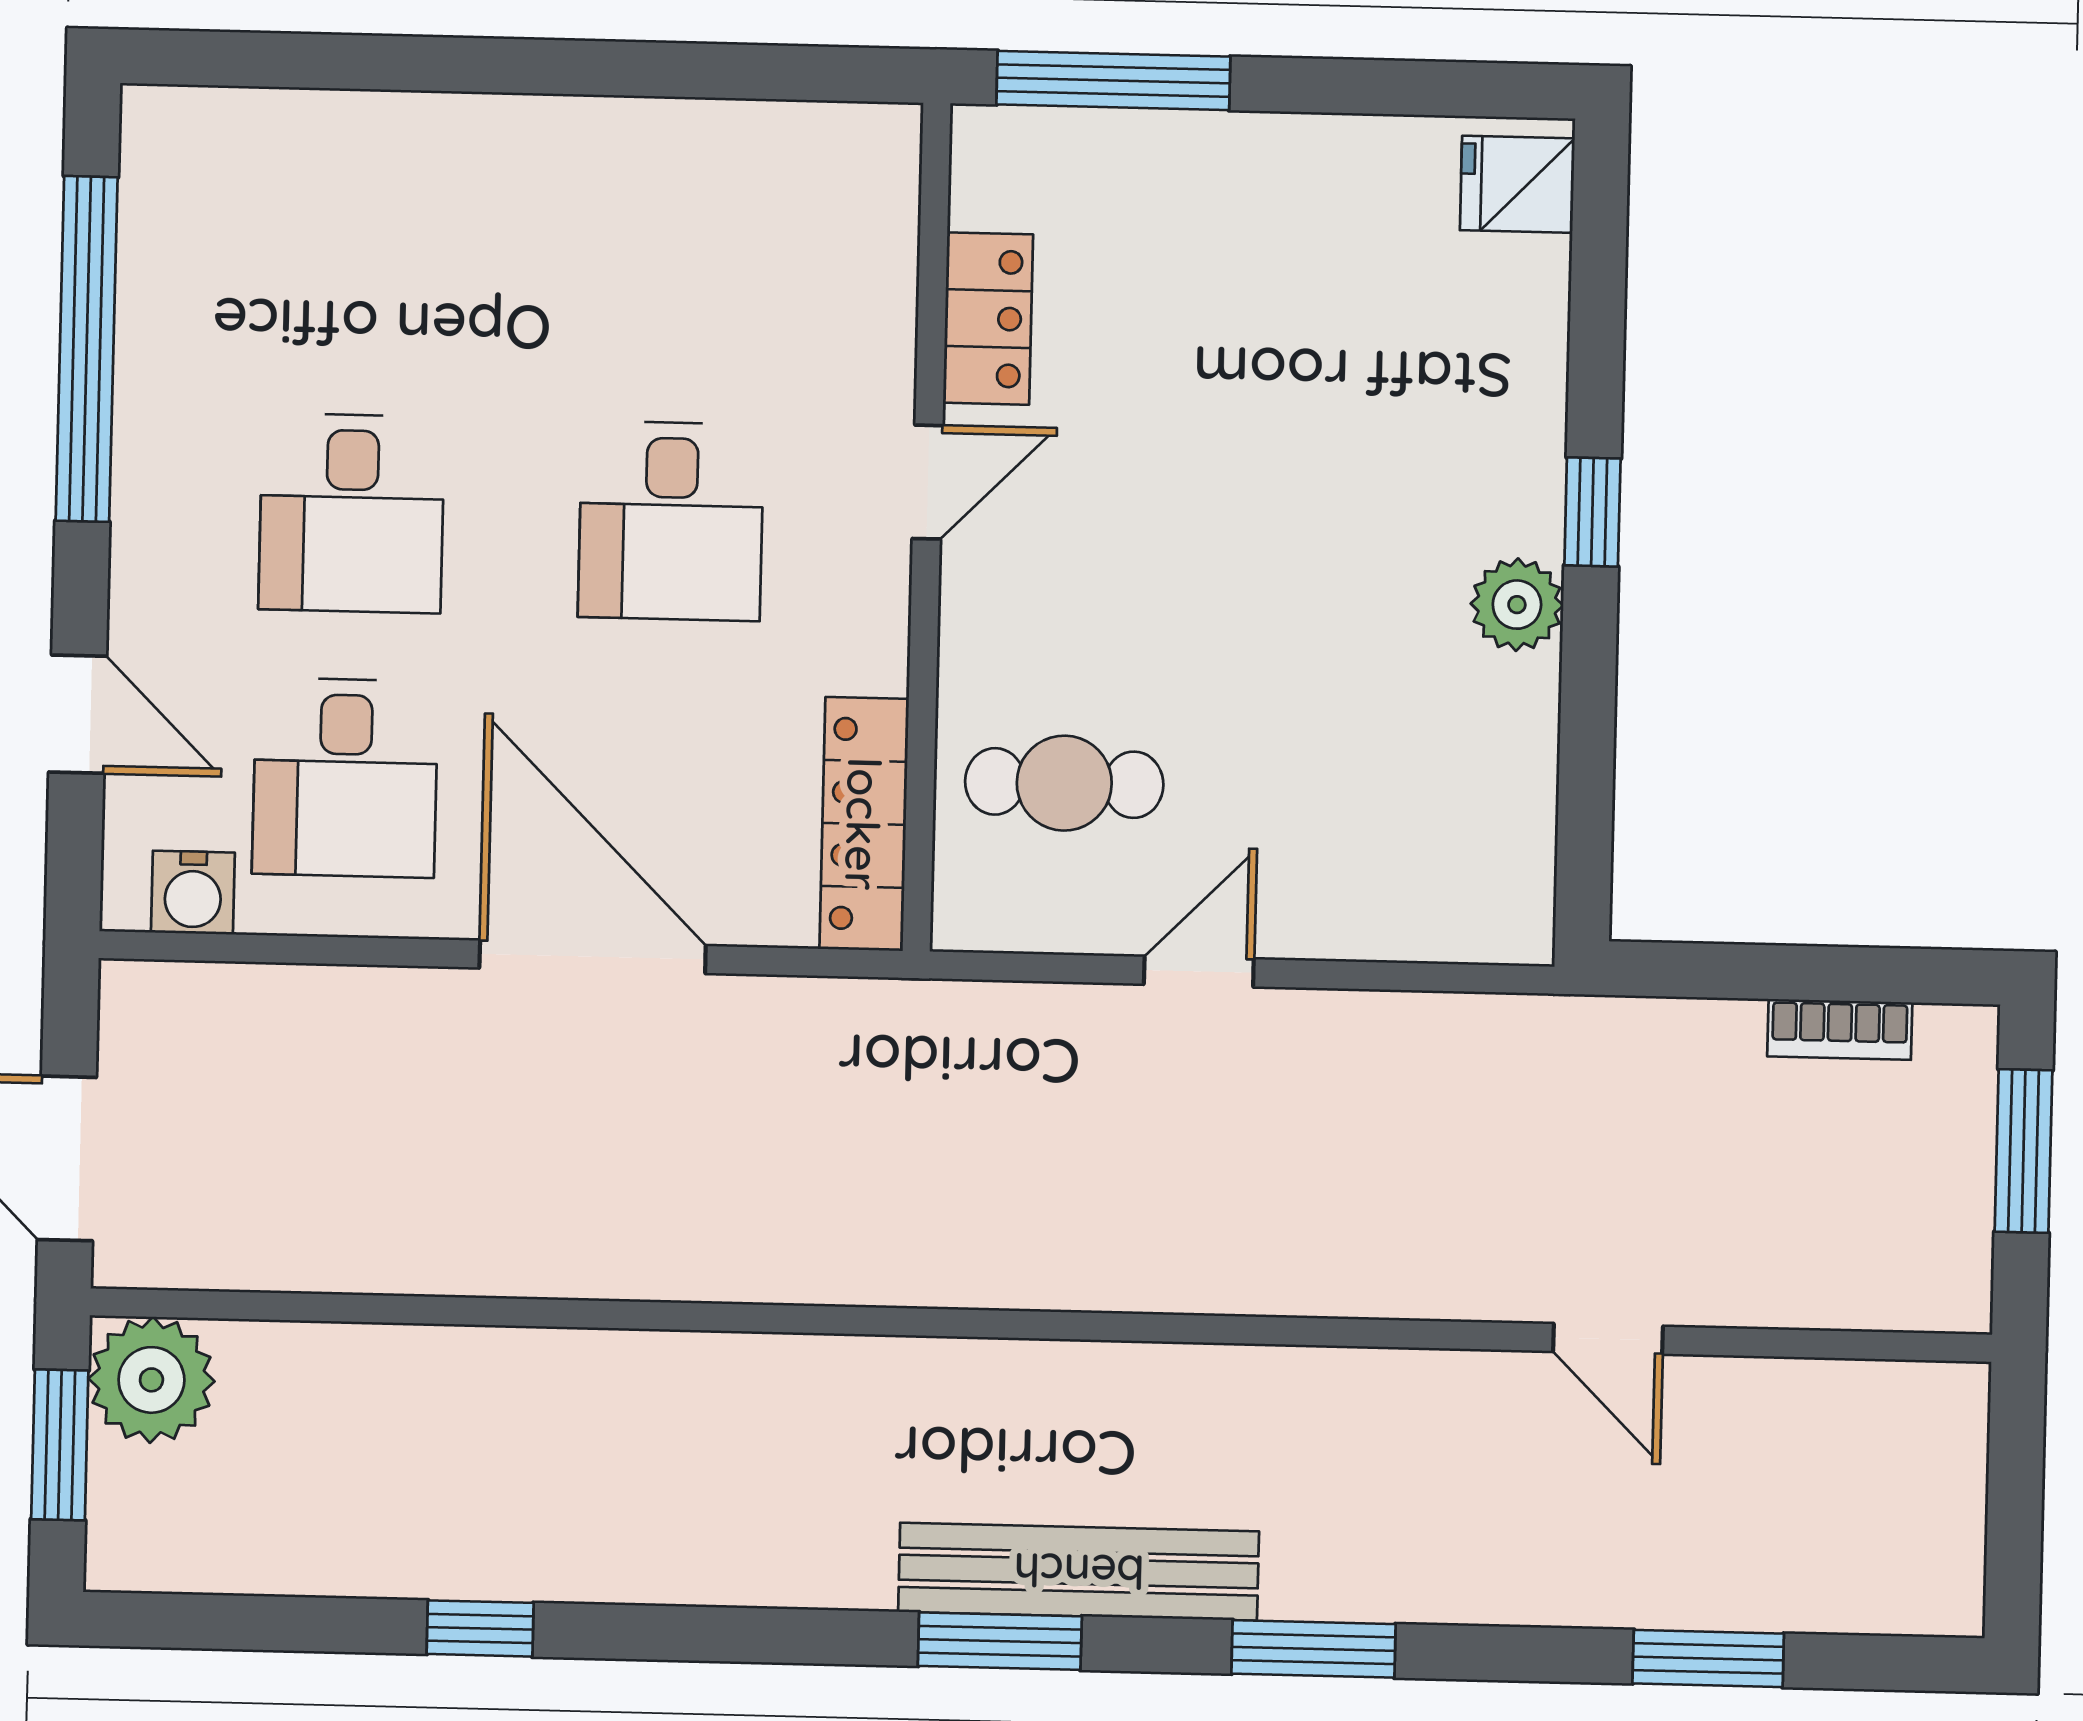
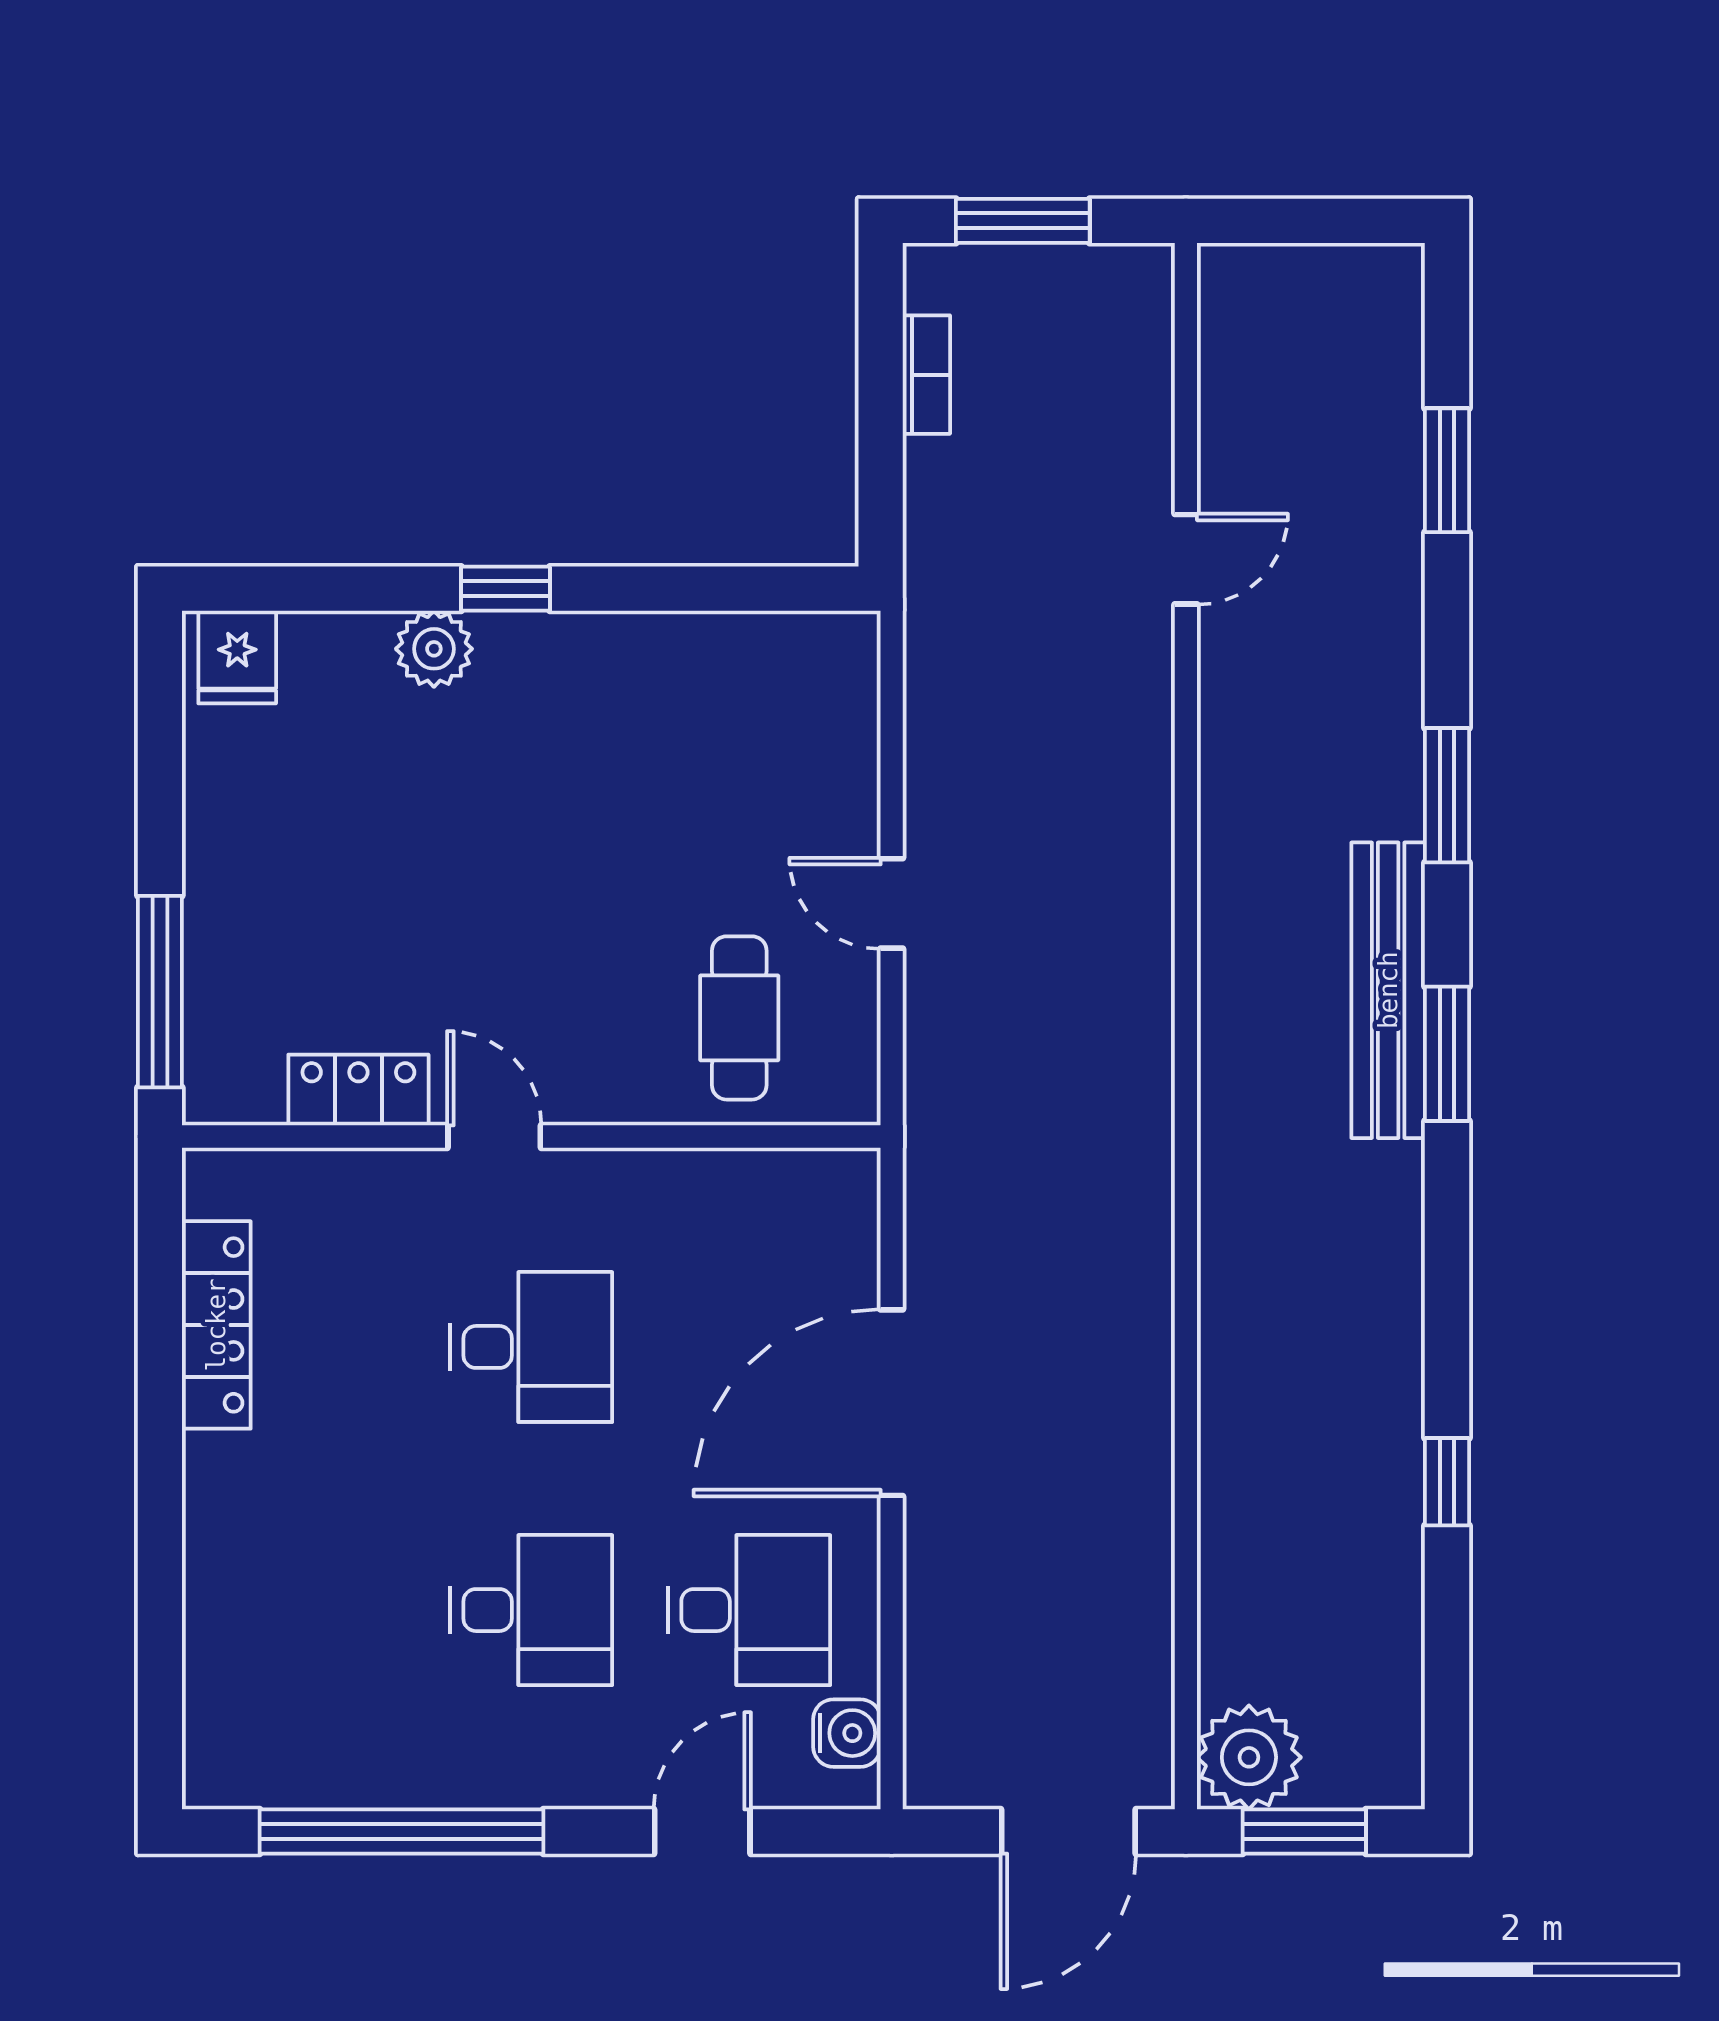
plant: (1517, 605) -> (434, 649), moved
locker: (864, 824) -> (216, 1325), moved, turned -90

